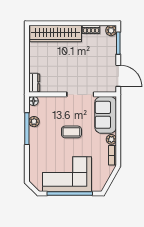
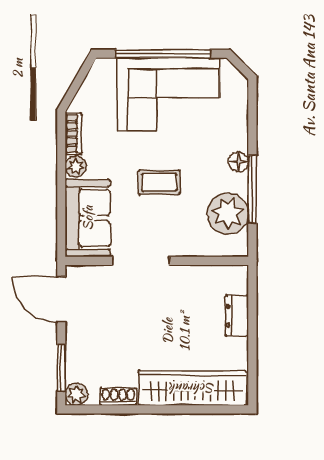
dresser: (34, 83) -> (237, 316), moved
floor lamp: (33, 101) -> (239, 162), moved
plant: (34, 122) -> (228, 214), width x1.88, depth x1.88

